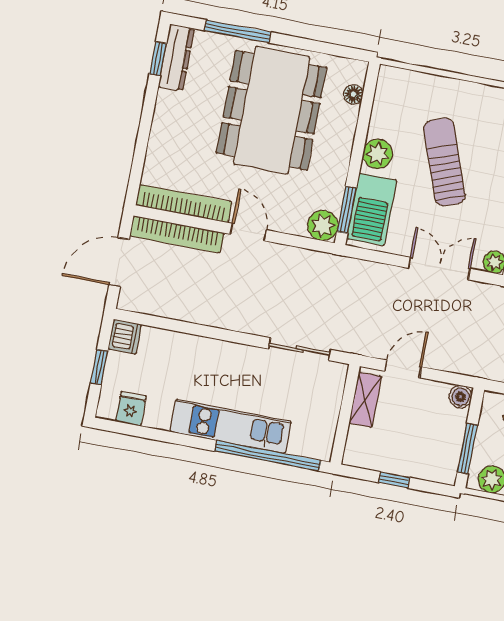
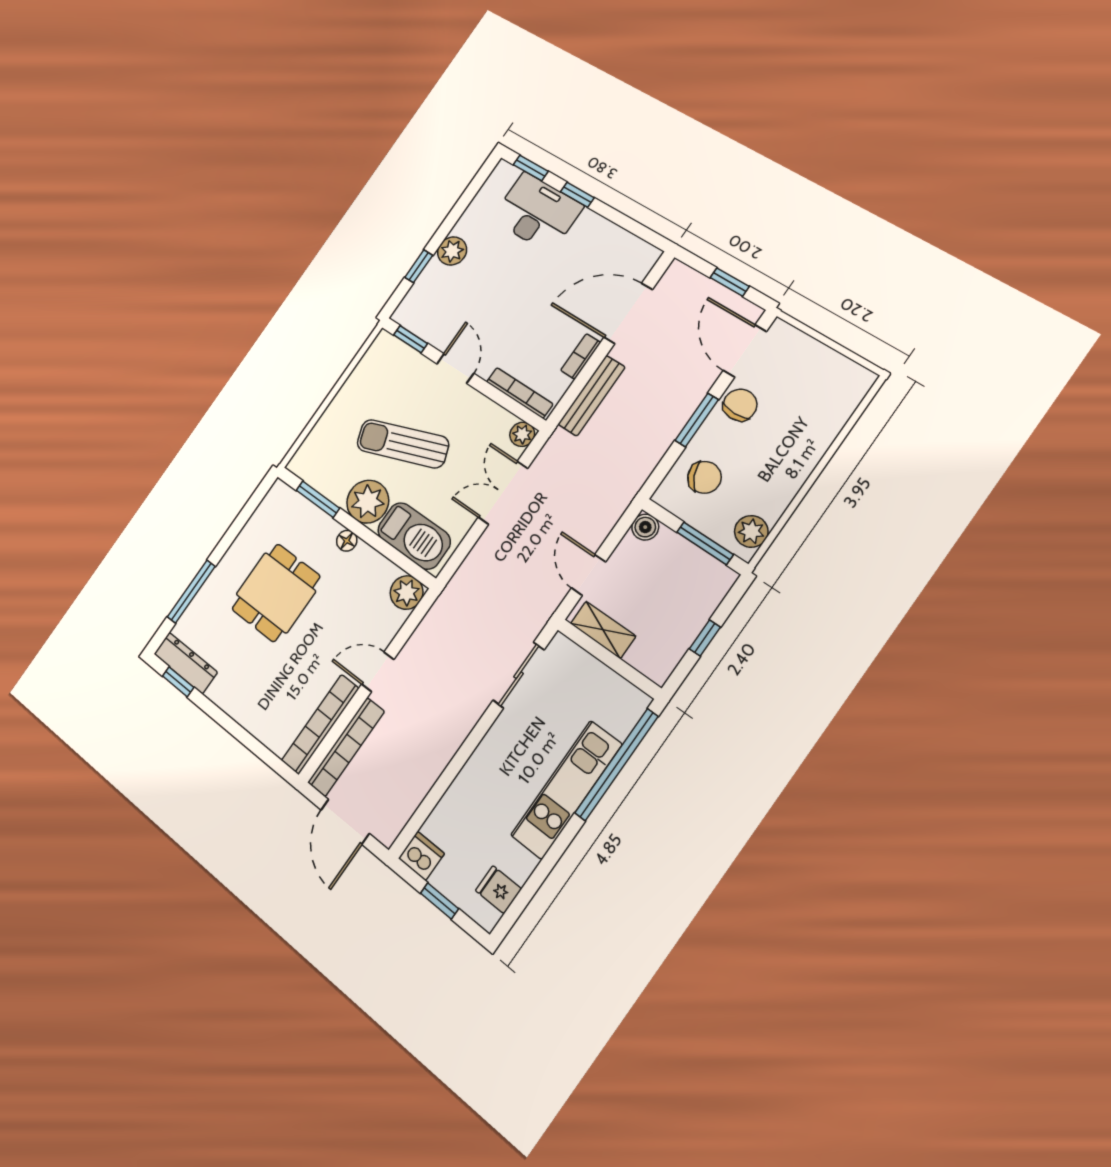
floor lamp: (353, 94) -> (347, 541), moved
dining table: (271, 110) -> (276, 593), width x0.53, depth x0.80
plant: (378, 154) -> (368, 502), width x1.36, depth x1.36
window: (347, 210) -> (318, 499), moved

